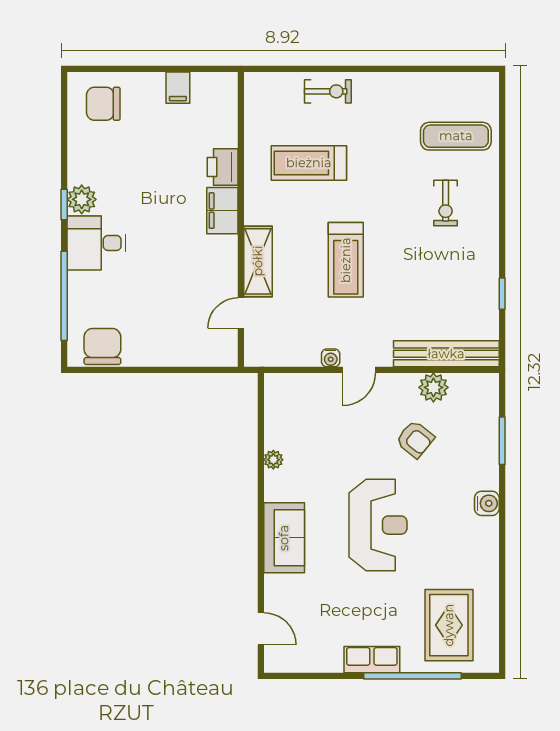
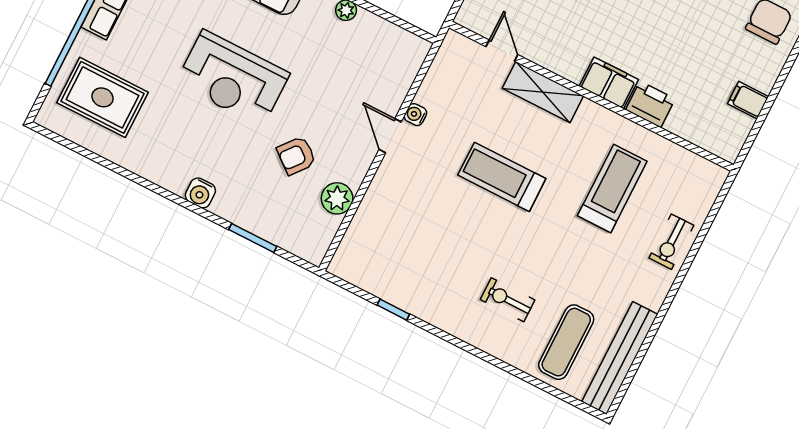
bench: (446, 354) -> (620, 358), moved

